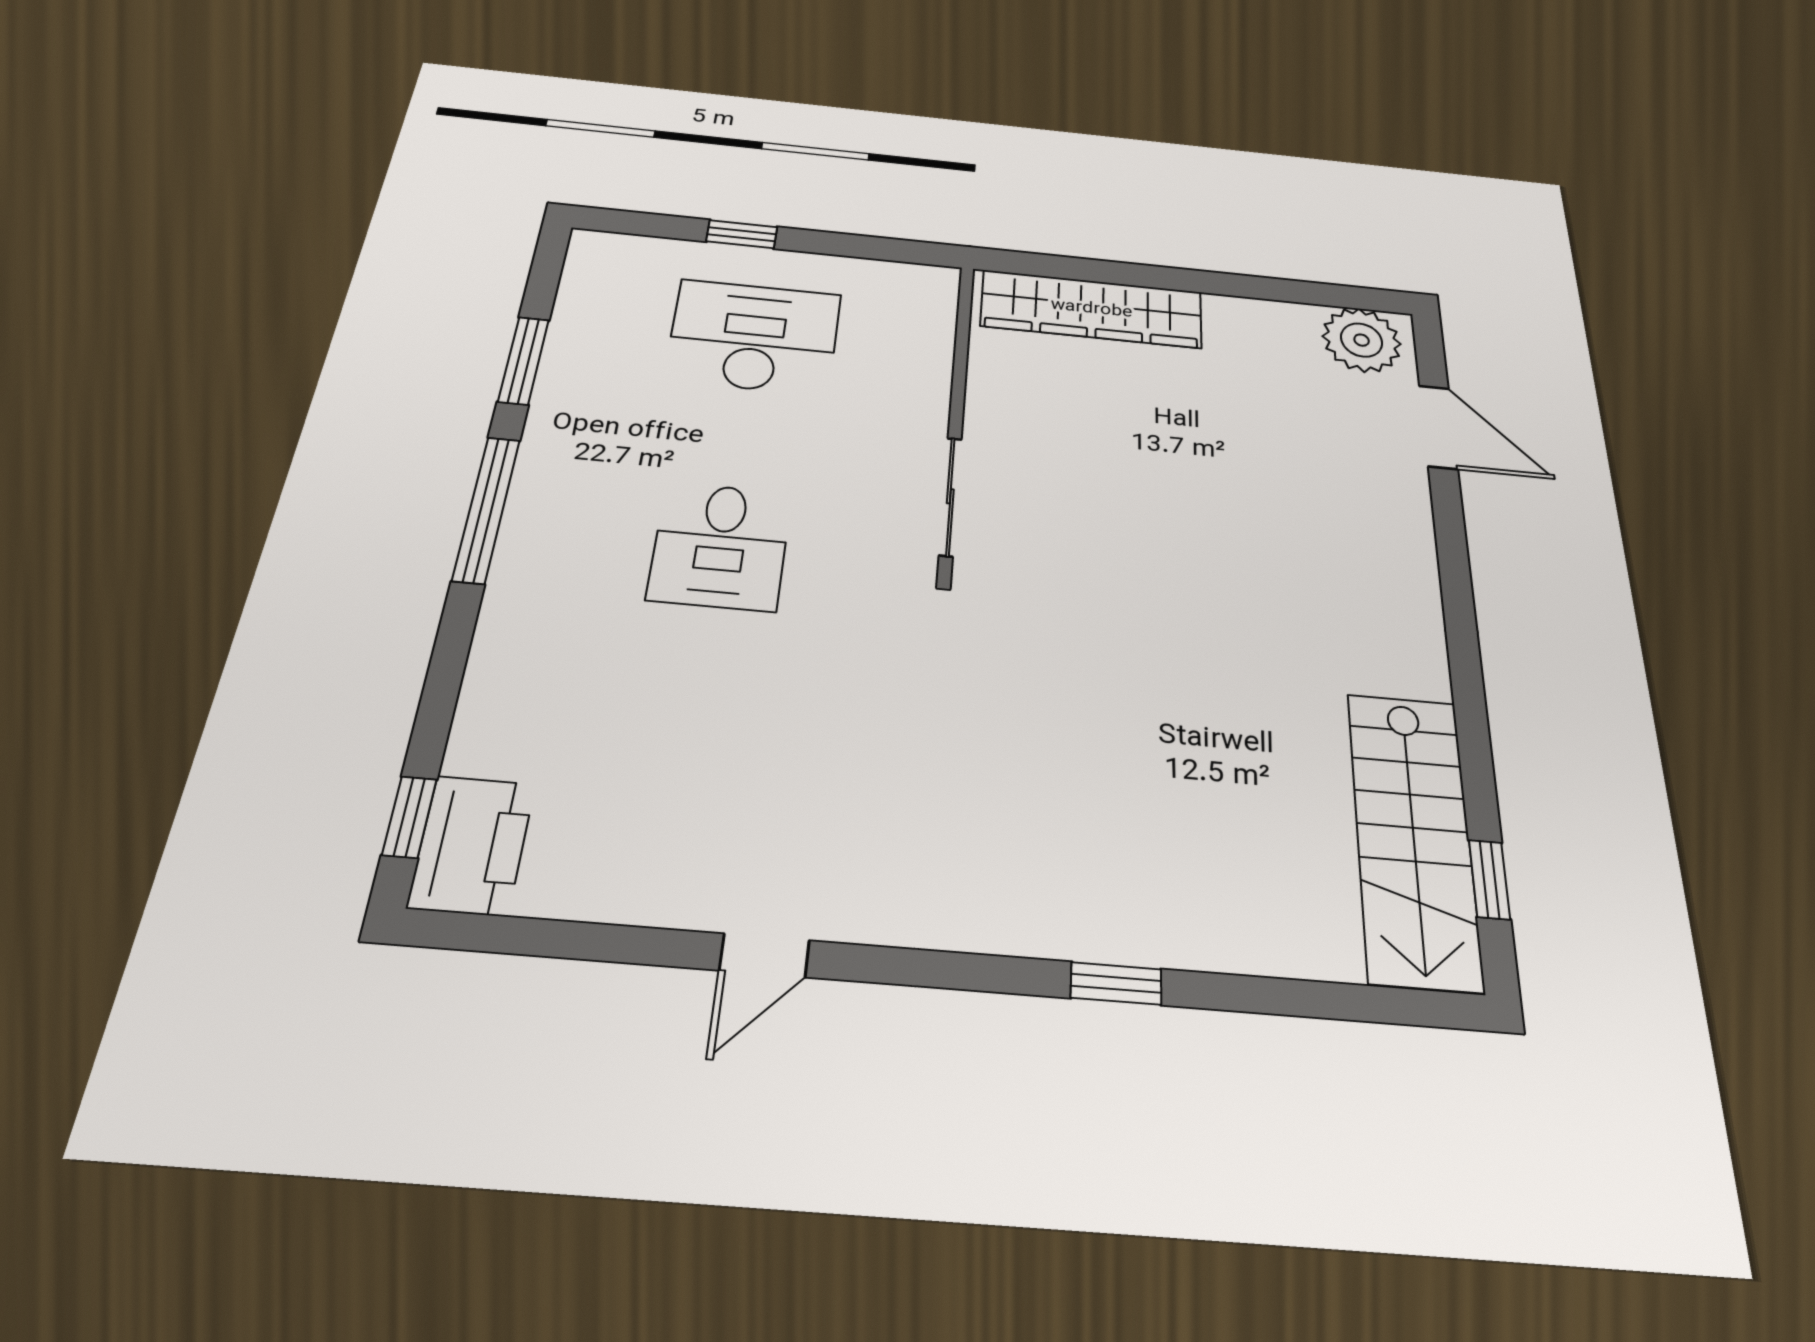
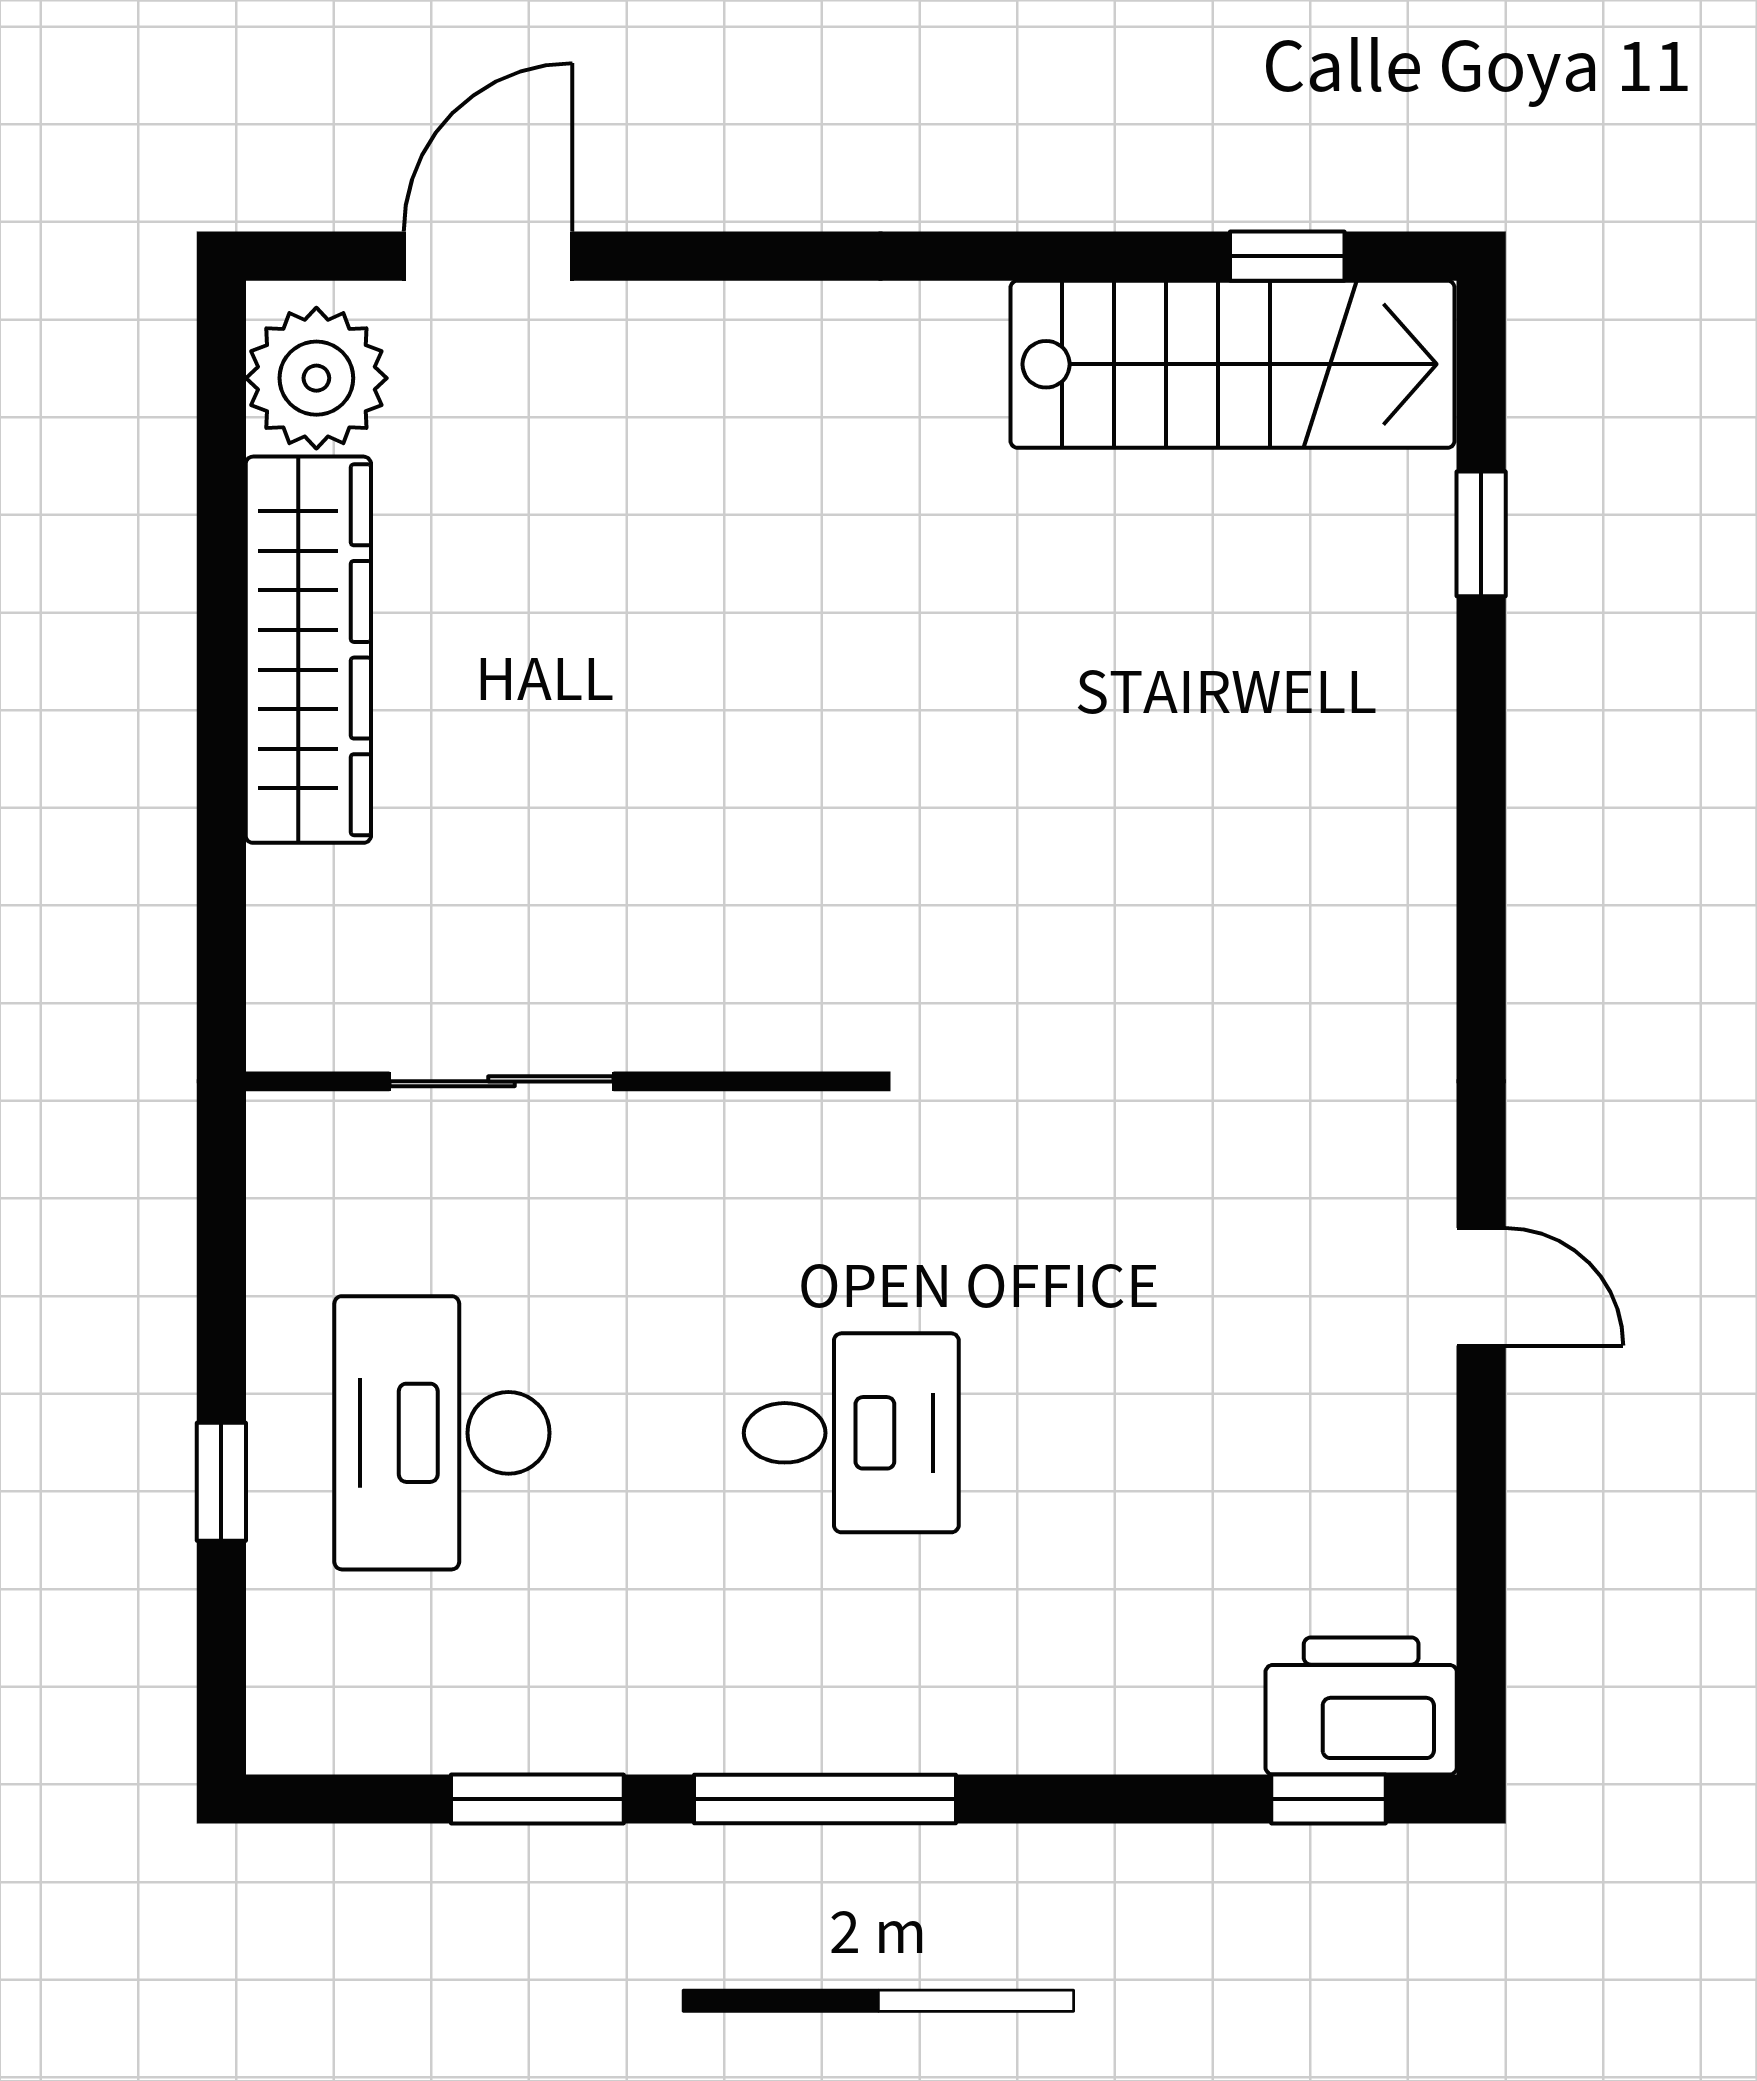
wardrobe: (1092, 309) -> (308, 650), moved
sliding door: (950, 496) -> (502, 1081), moved
window: (1116, 983) -> (1481, 534), moved

